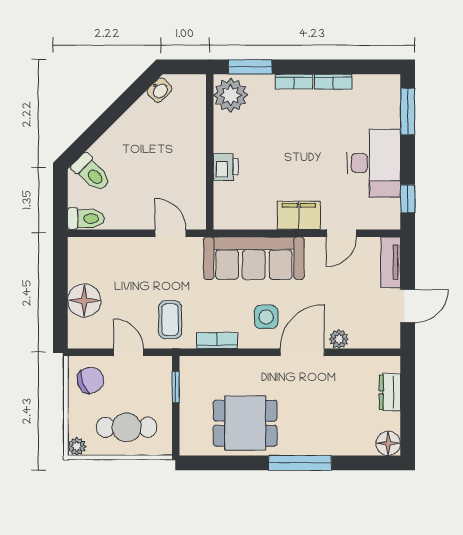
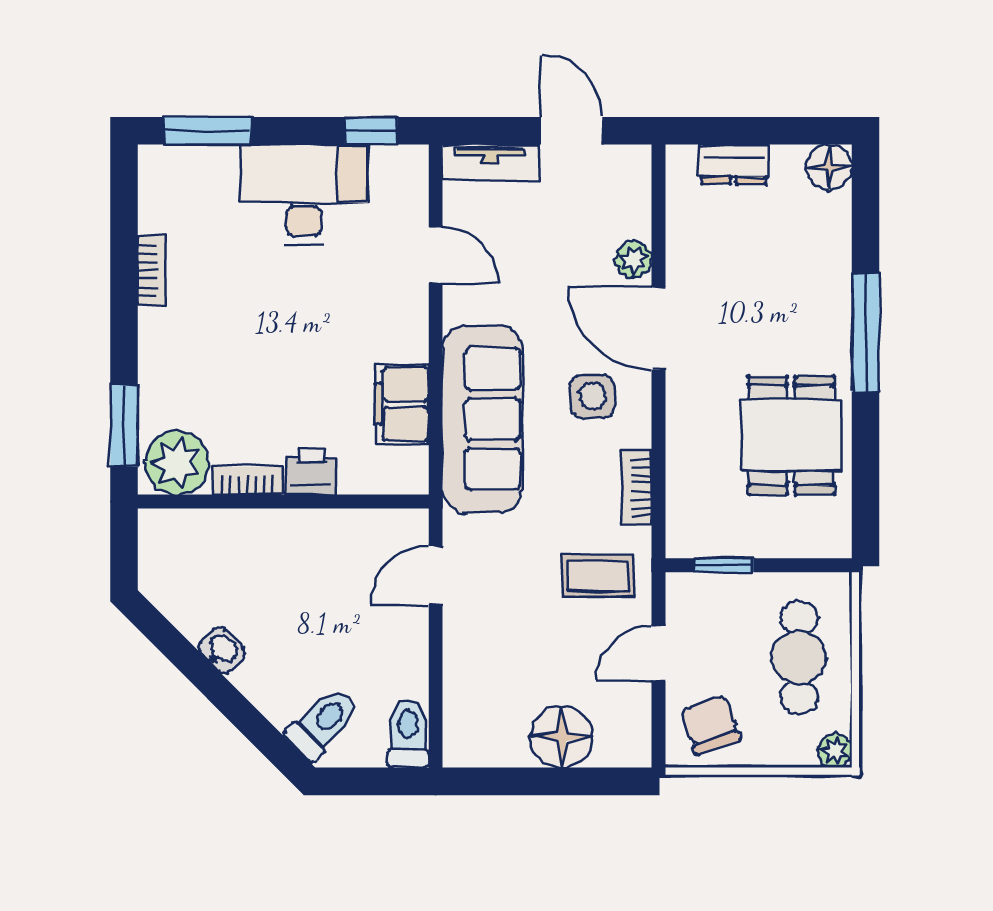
bookcase: (294, 82) -> (247, 481), moved, turned -90
washbasin: (159, 90) -> (222, 650), moved
filing cabinet: (299, 215) -> (402, 404), moved

